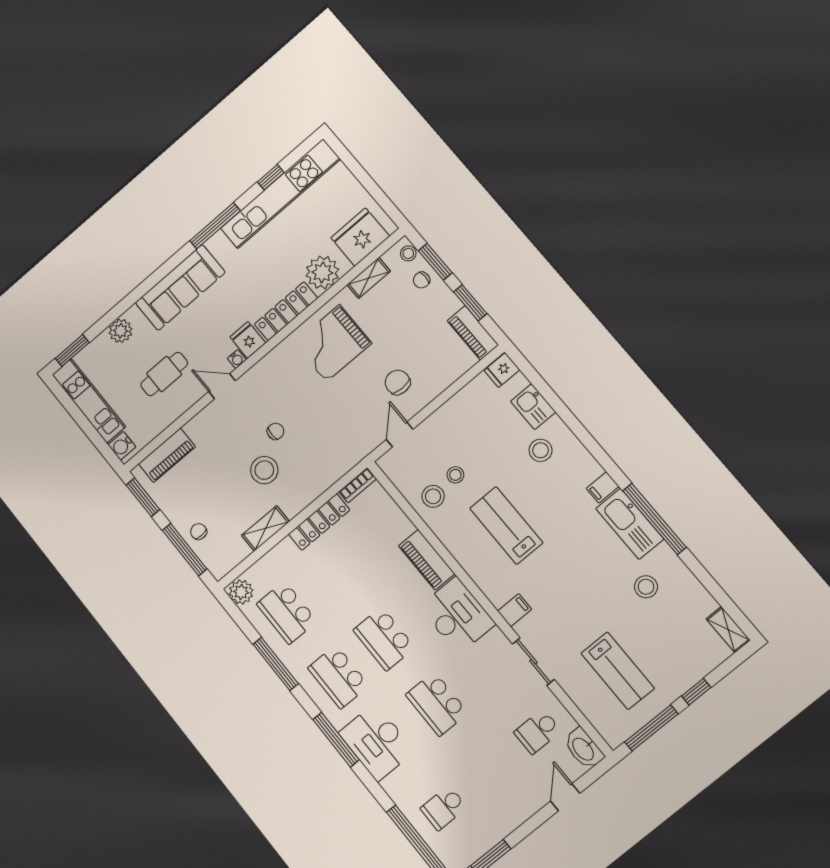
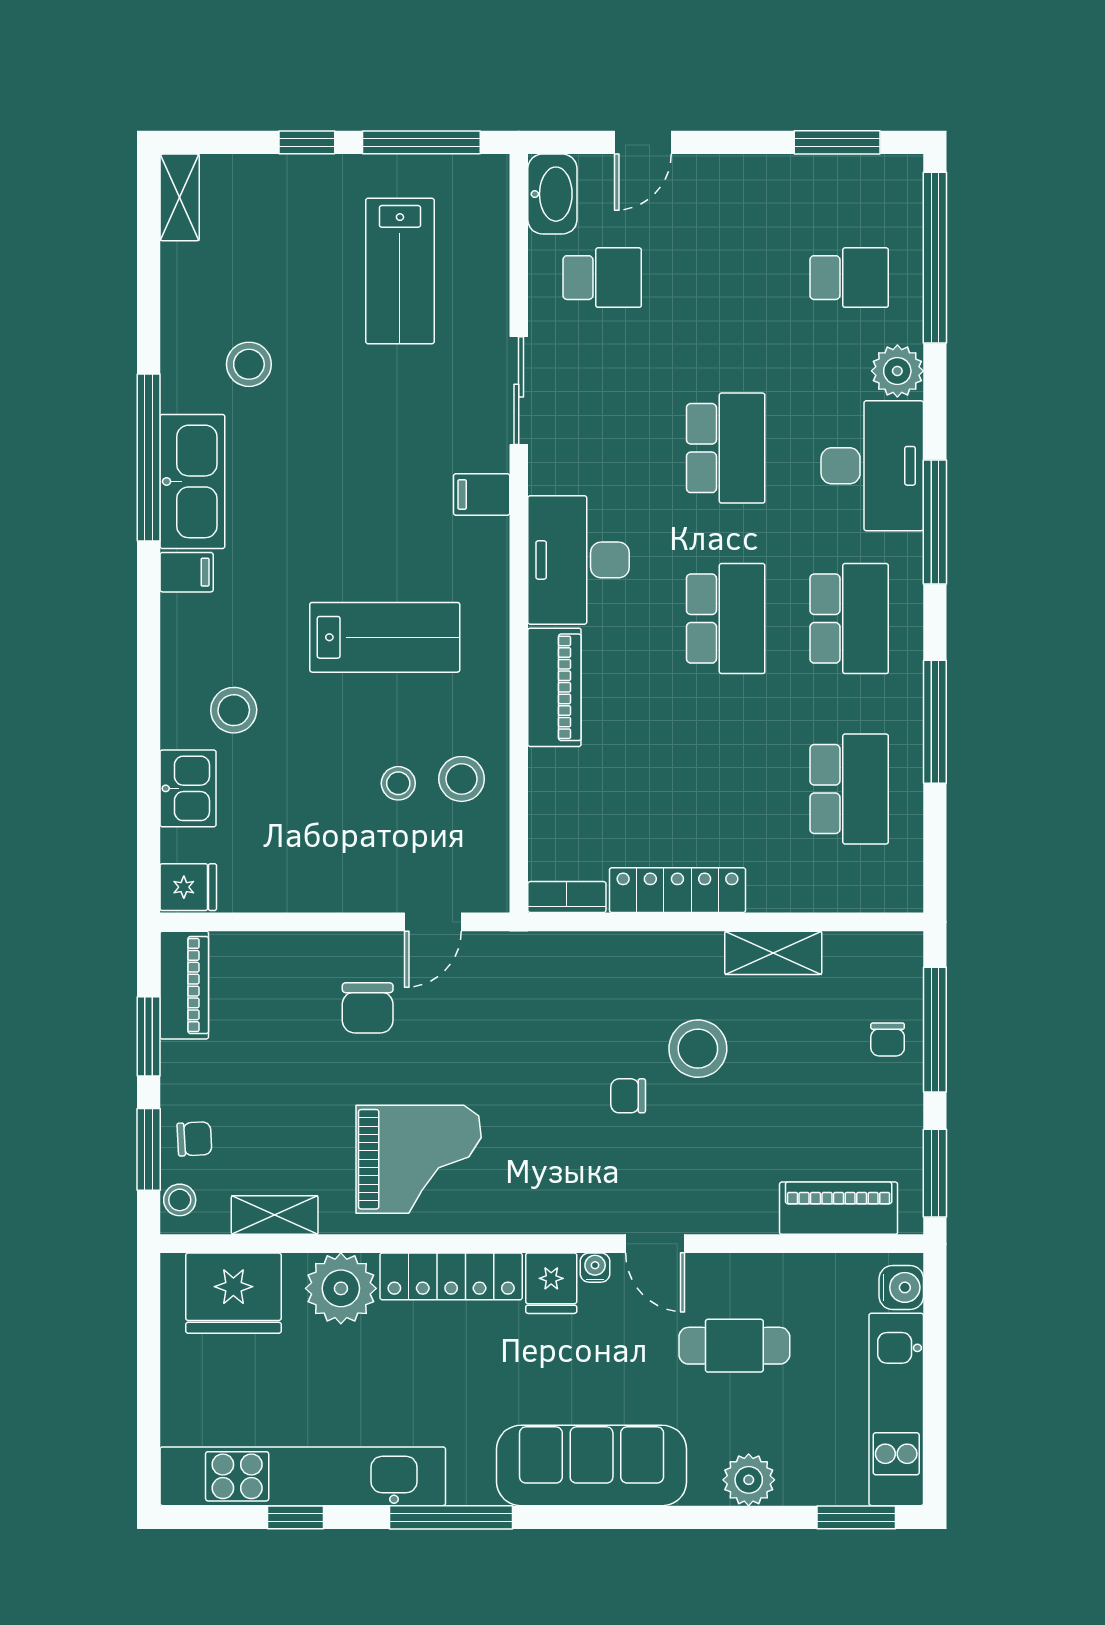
lab bench: (506, 525) -> (385, 637), turned -90
plant: (241, 592) -> (897, 371), moved
lab bench: (618, 671) -> (400, 271), turned 180

